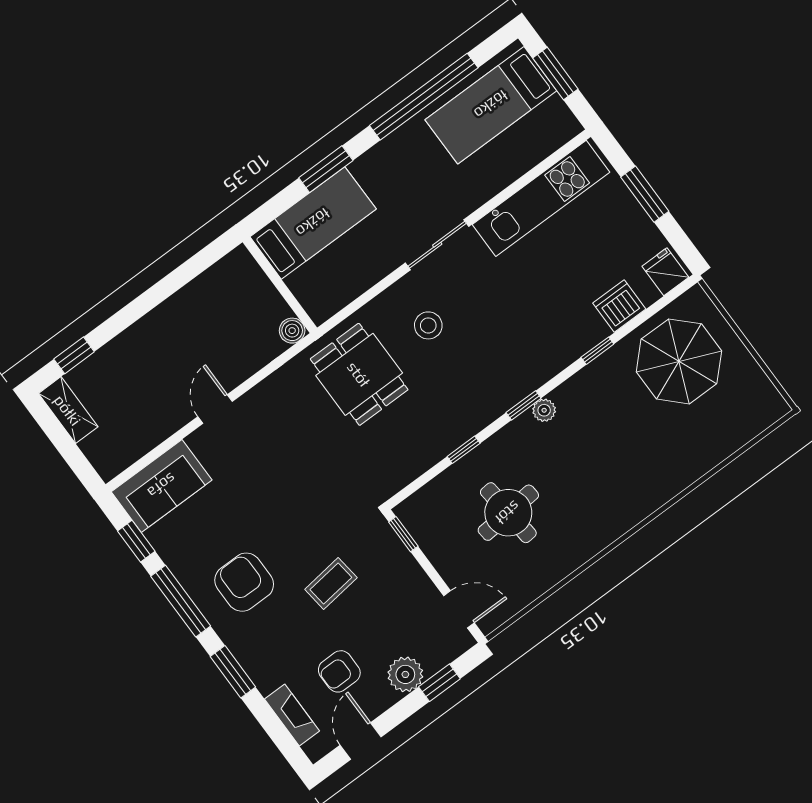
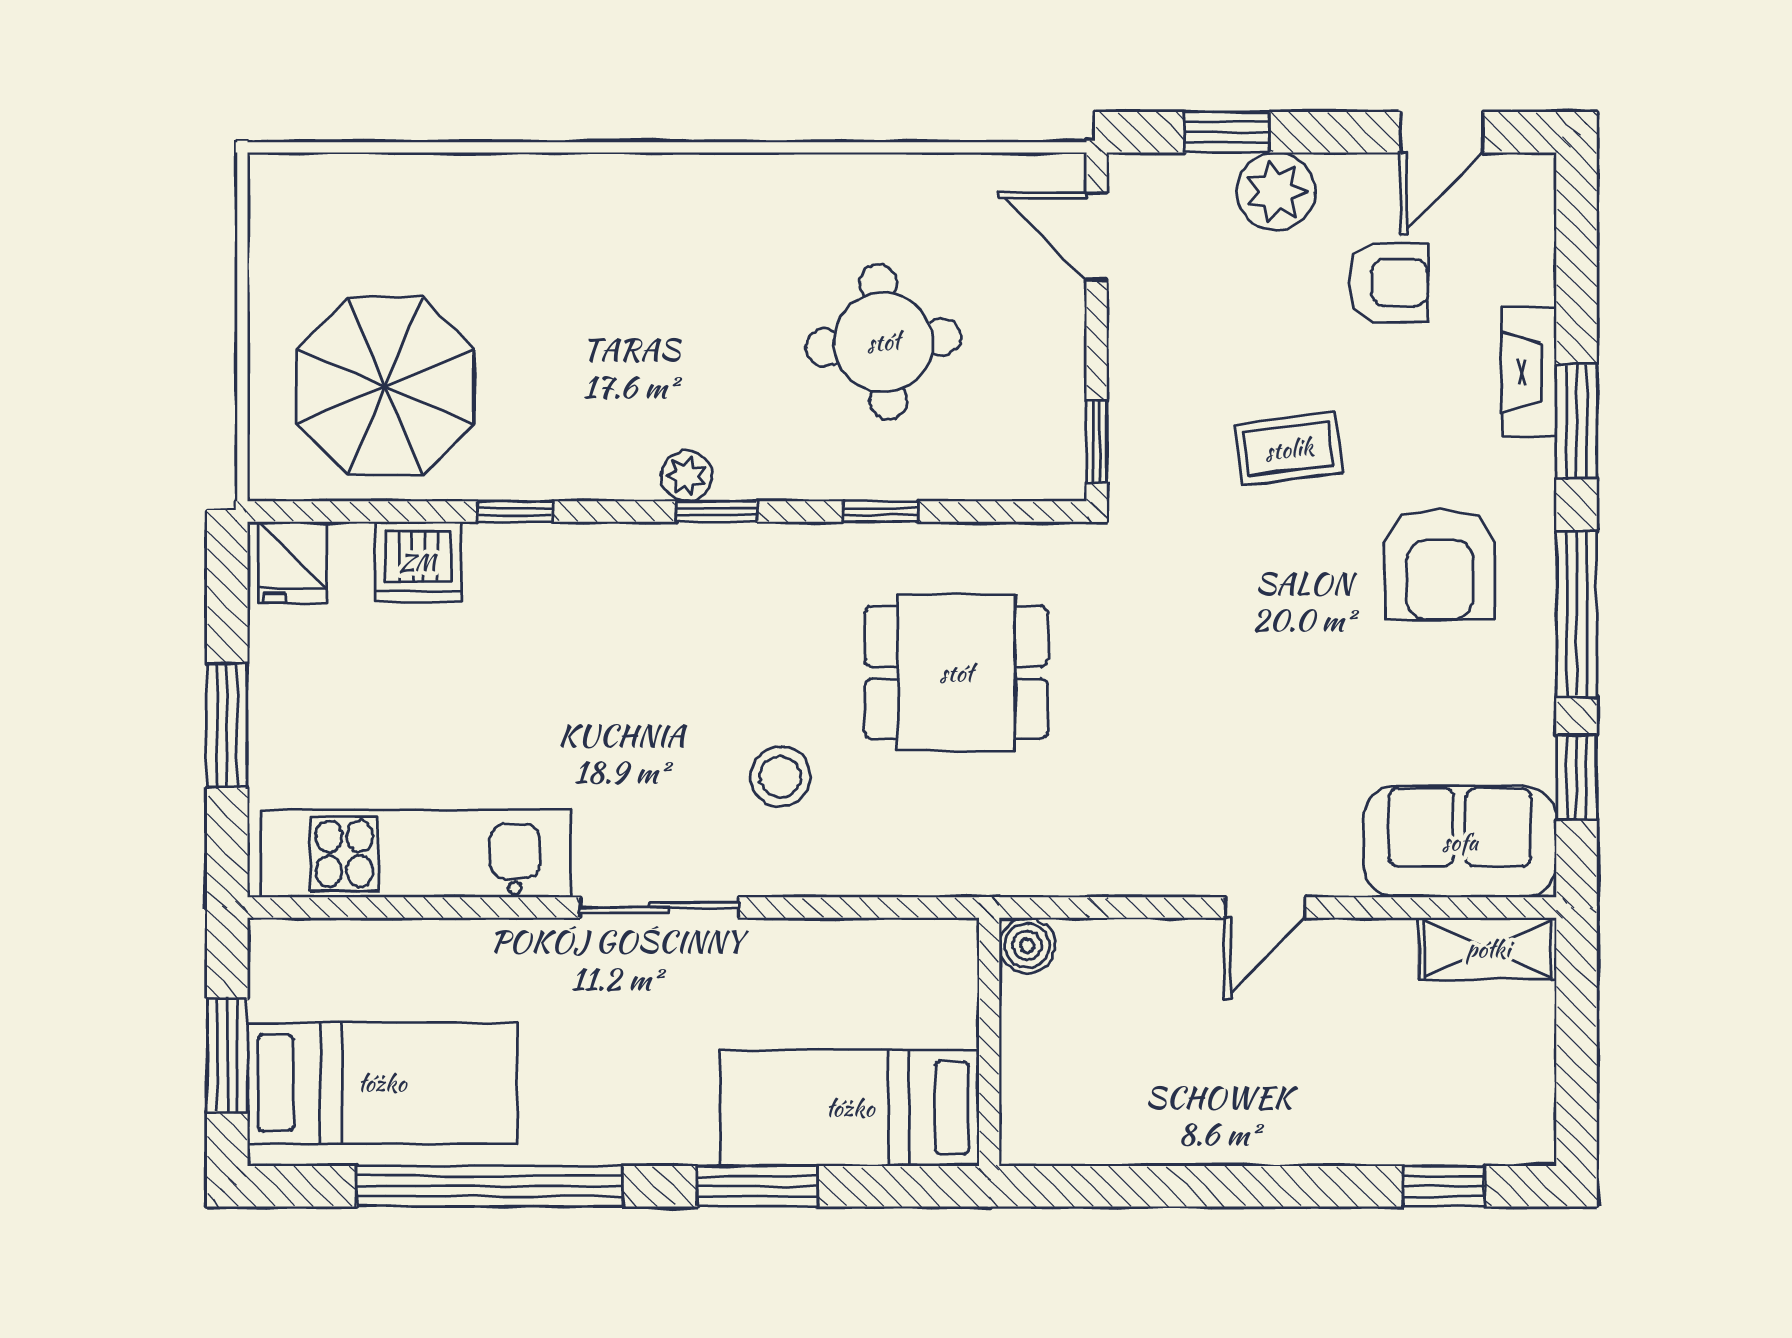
dining table: (359, 374) -> (956, 673), moved, turned 90
shelving: (68, 410) -> (1488, 949), moved, turned 90
fireplace: (292, 715) -> (1529, 372), moved

